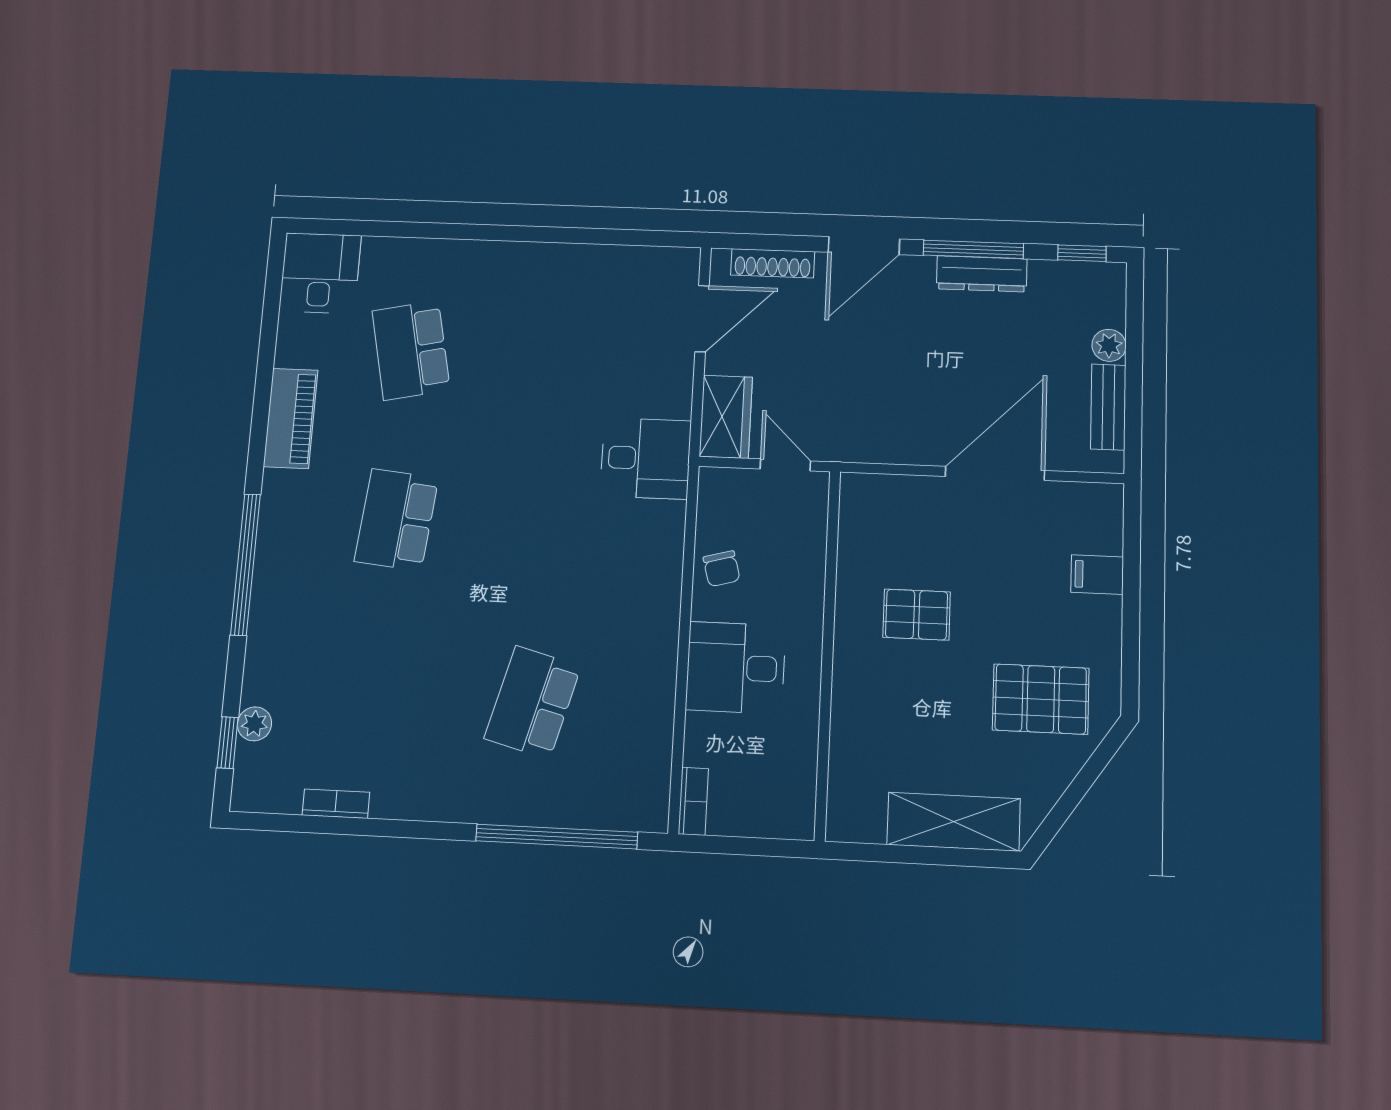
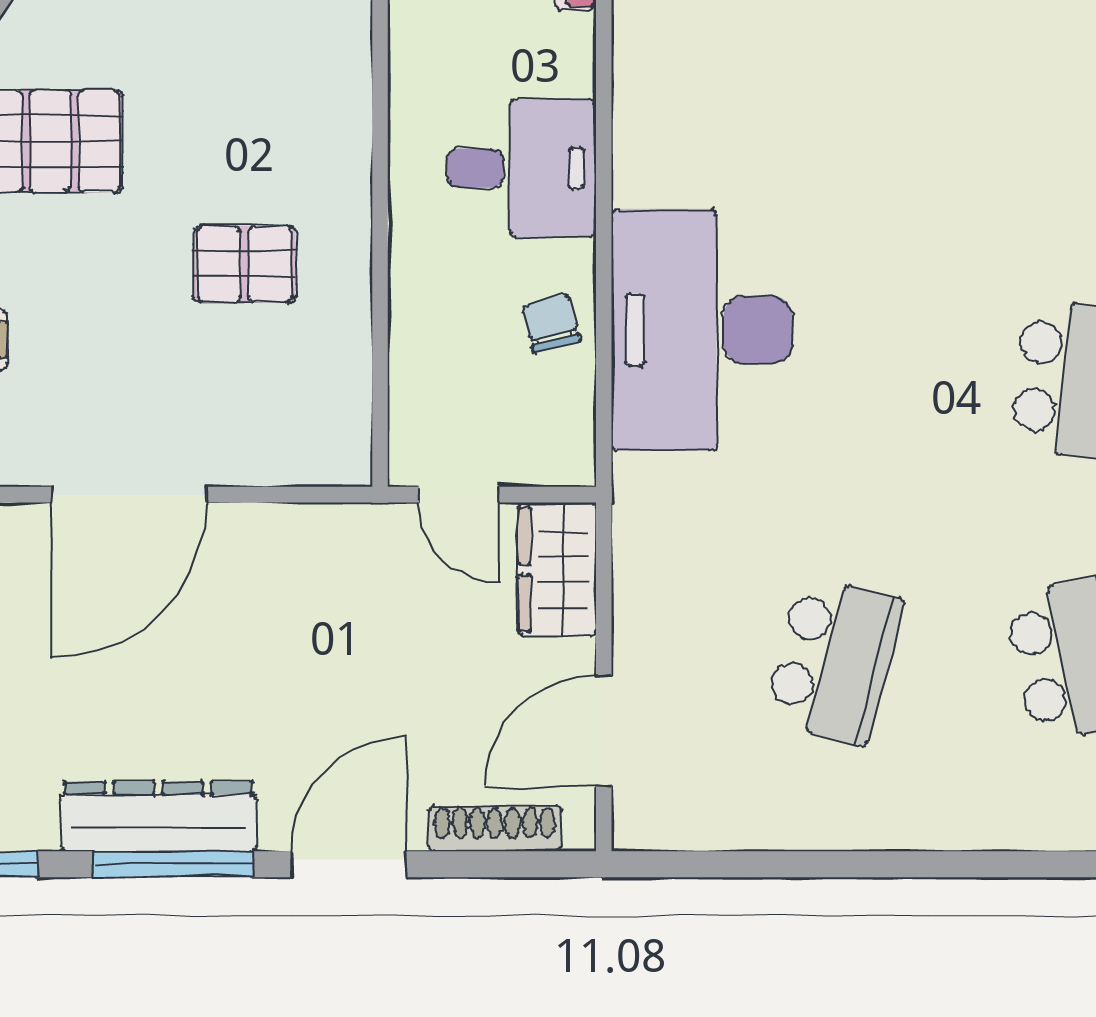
dresser: (982, 274) -> (158, 817), width x1.37, depth x1.24
desk: (646, 458) -> (702, 330), moved, width x1.87, depth x1.30
school desk: (533, 702) -> (834, 660), moved

